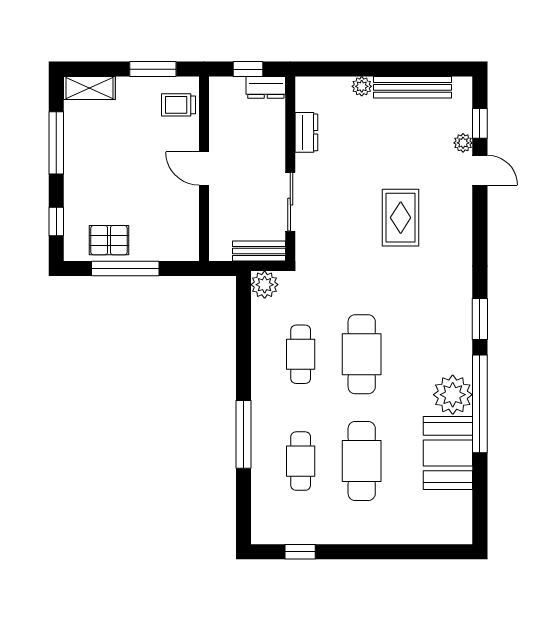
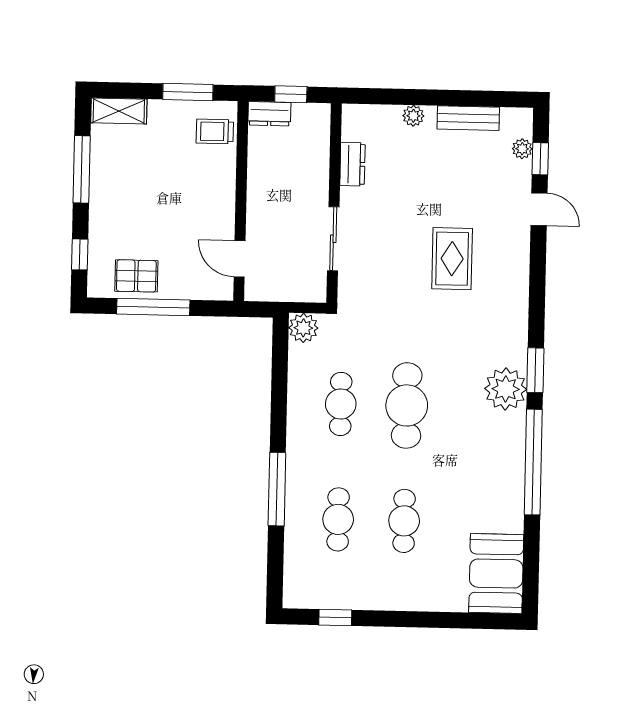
dresser: (266, 87) -> (269, 114), moved
bench: (412, 87) -> (468, 118), width x0.73
plant: (463, 143) -> (522, 149), moved
door: (204, 169) -> (240, 259), moved
bench: (259, 251) -> (298, 291), removed
plant: (453, 395) -> (506, 389), moved
booth: (448, 453) -> (496, 574), moved
cafe table: (362, 461) -> (404, 521), width x0.73, depth x0.74

